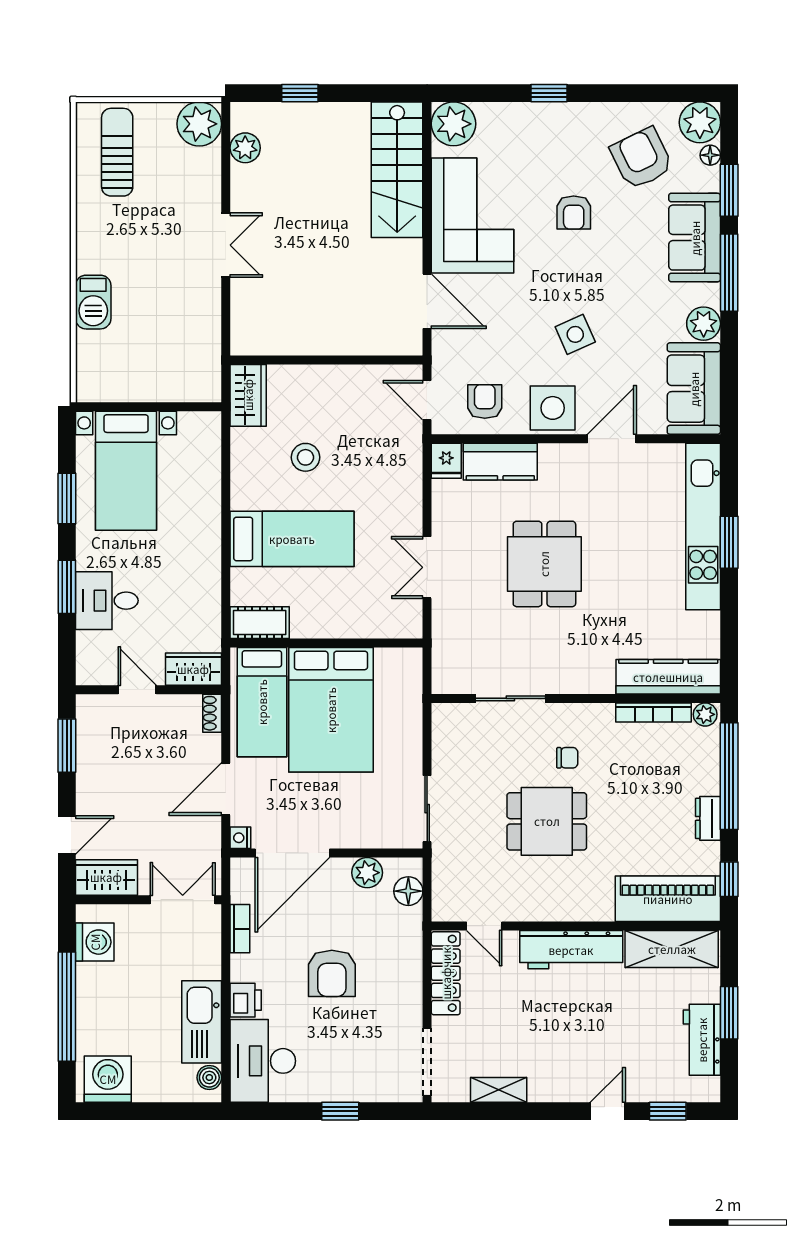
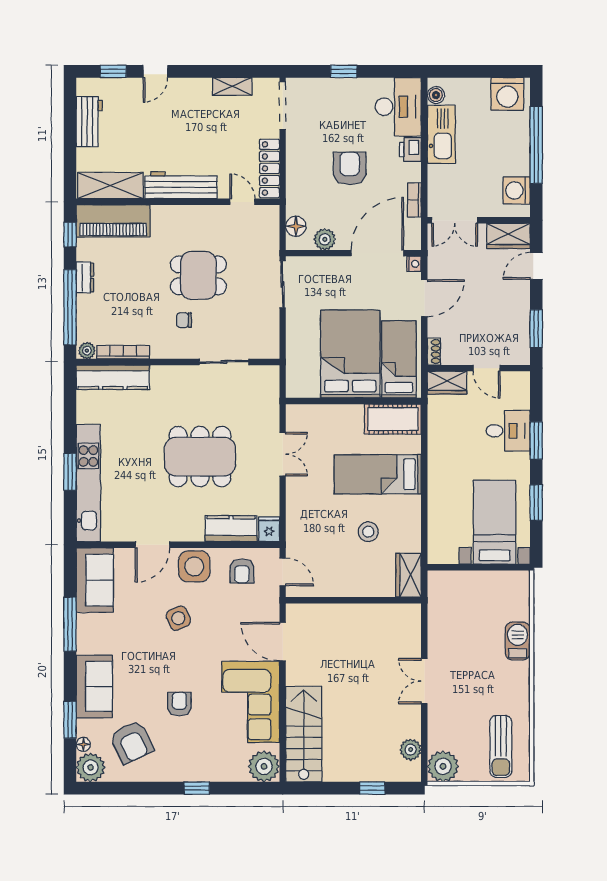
window: (729, 273) -> (70, 624), moved
plant: (704, 324) -> (88, 626), removed
dining table: (544, 564) -> (200, 457), width x1.38
cot: (260, 623) -> (393, 419), width x1.37, depth x1.34
window: (729, 1013) -> (70, 141), removed

